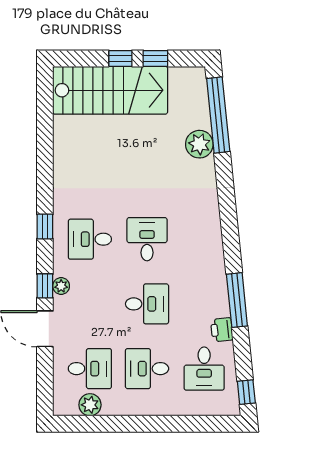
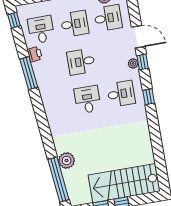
desk: (147, 239) -> (88, 100), turned 180
desk: (90, 369) -> (108, 18), turned 180

